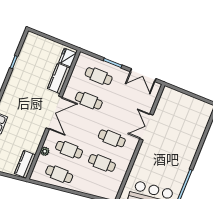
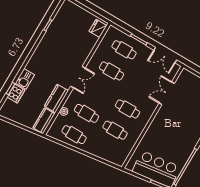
kitchen counter: (59, 78) -> (56, 98), moved
double door: (54, 113) -> (78, 77), width x0.73
double door: (146, 127) -> (167, 93), moved

